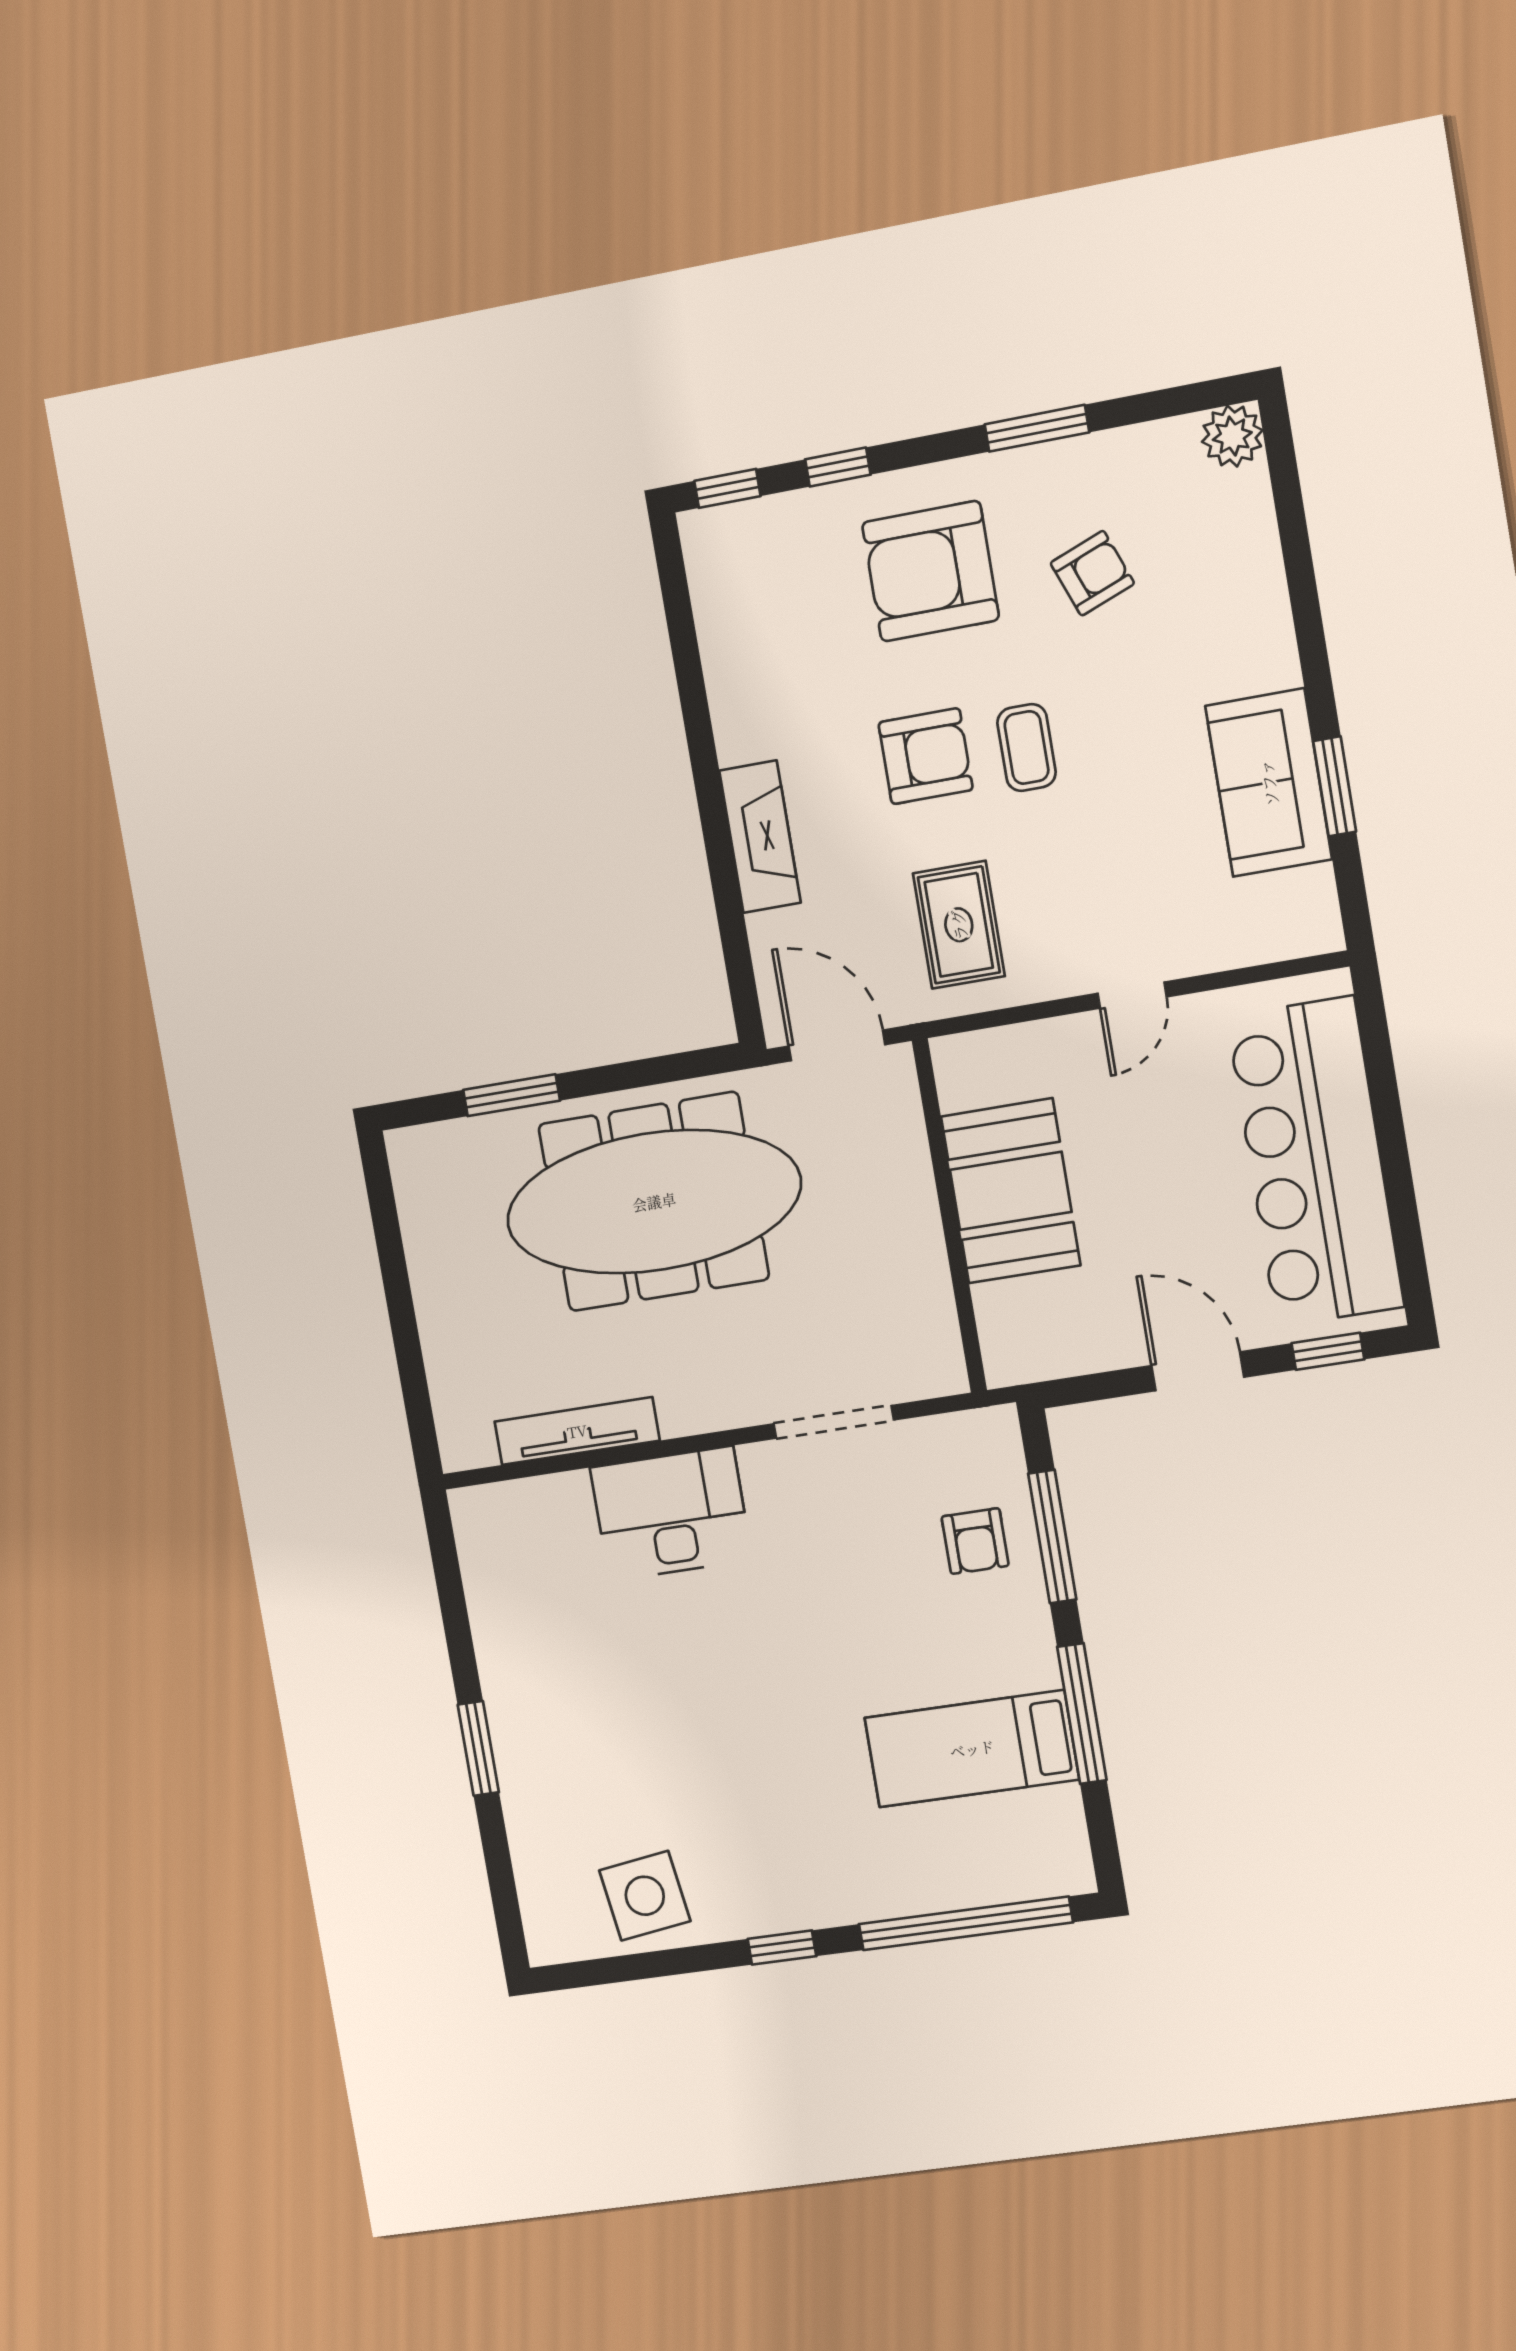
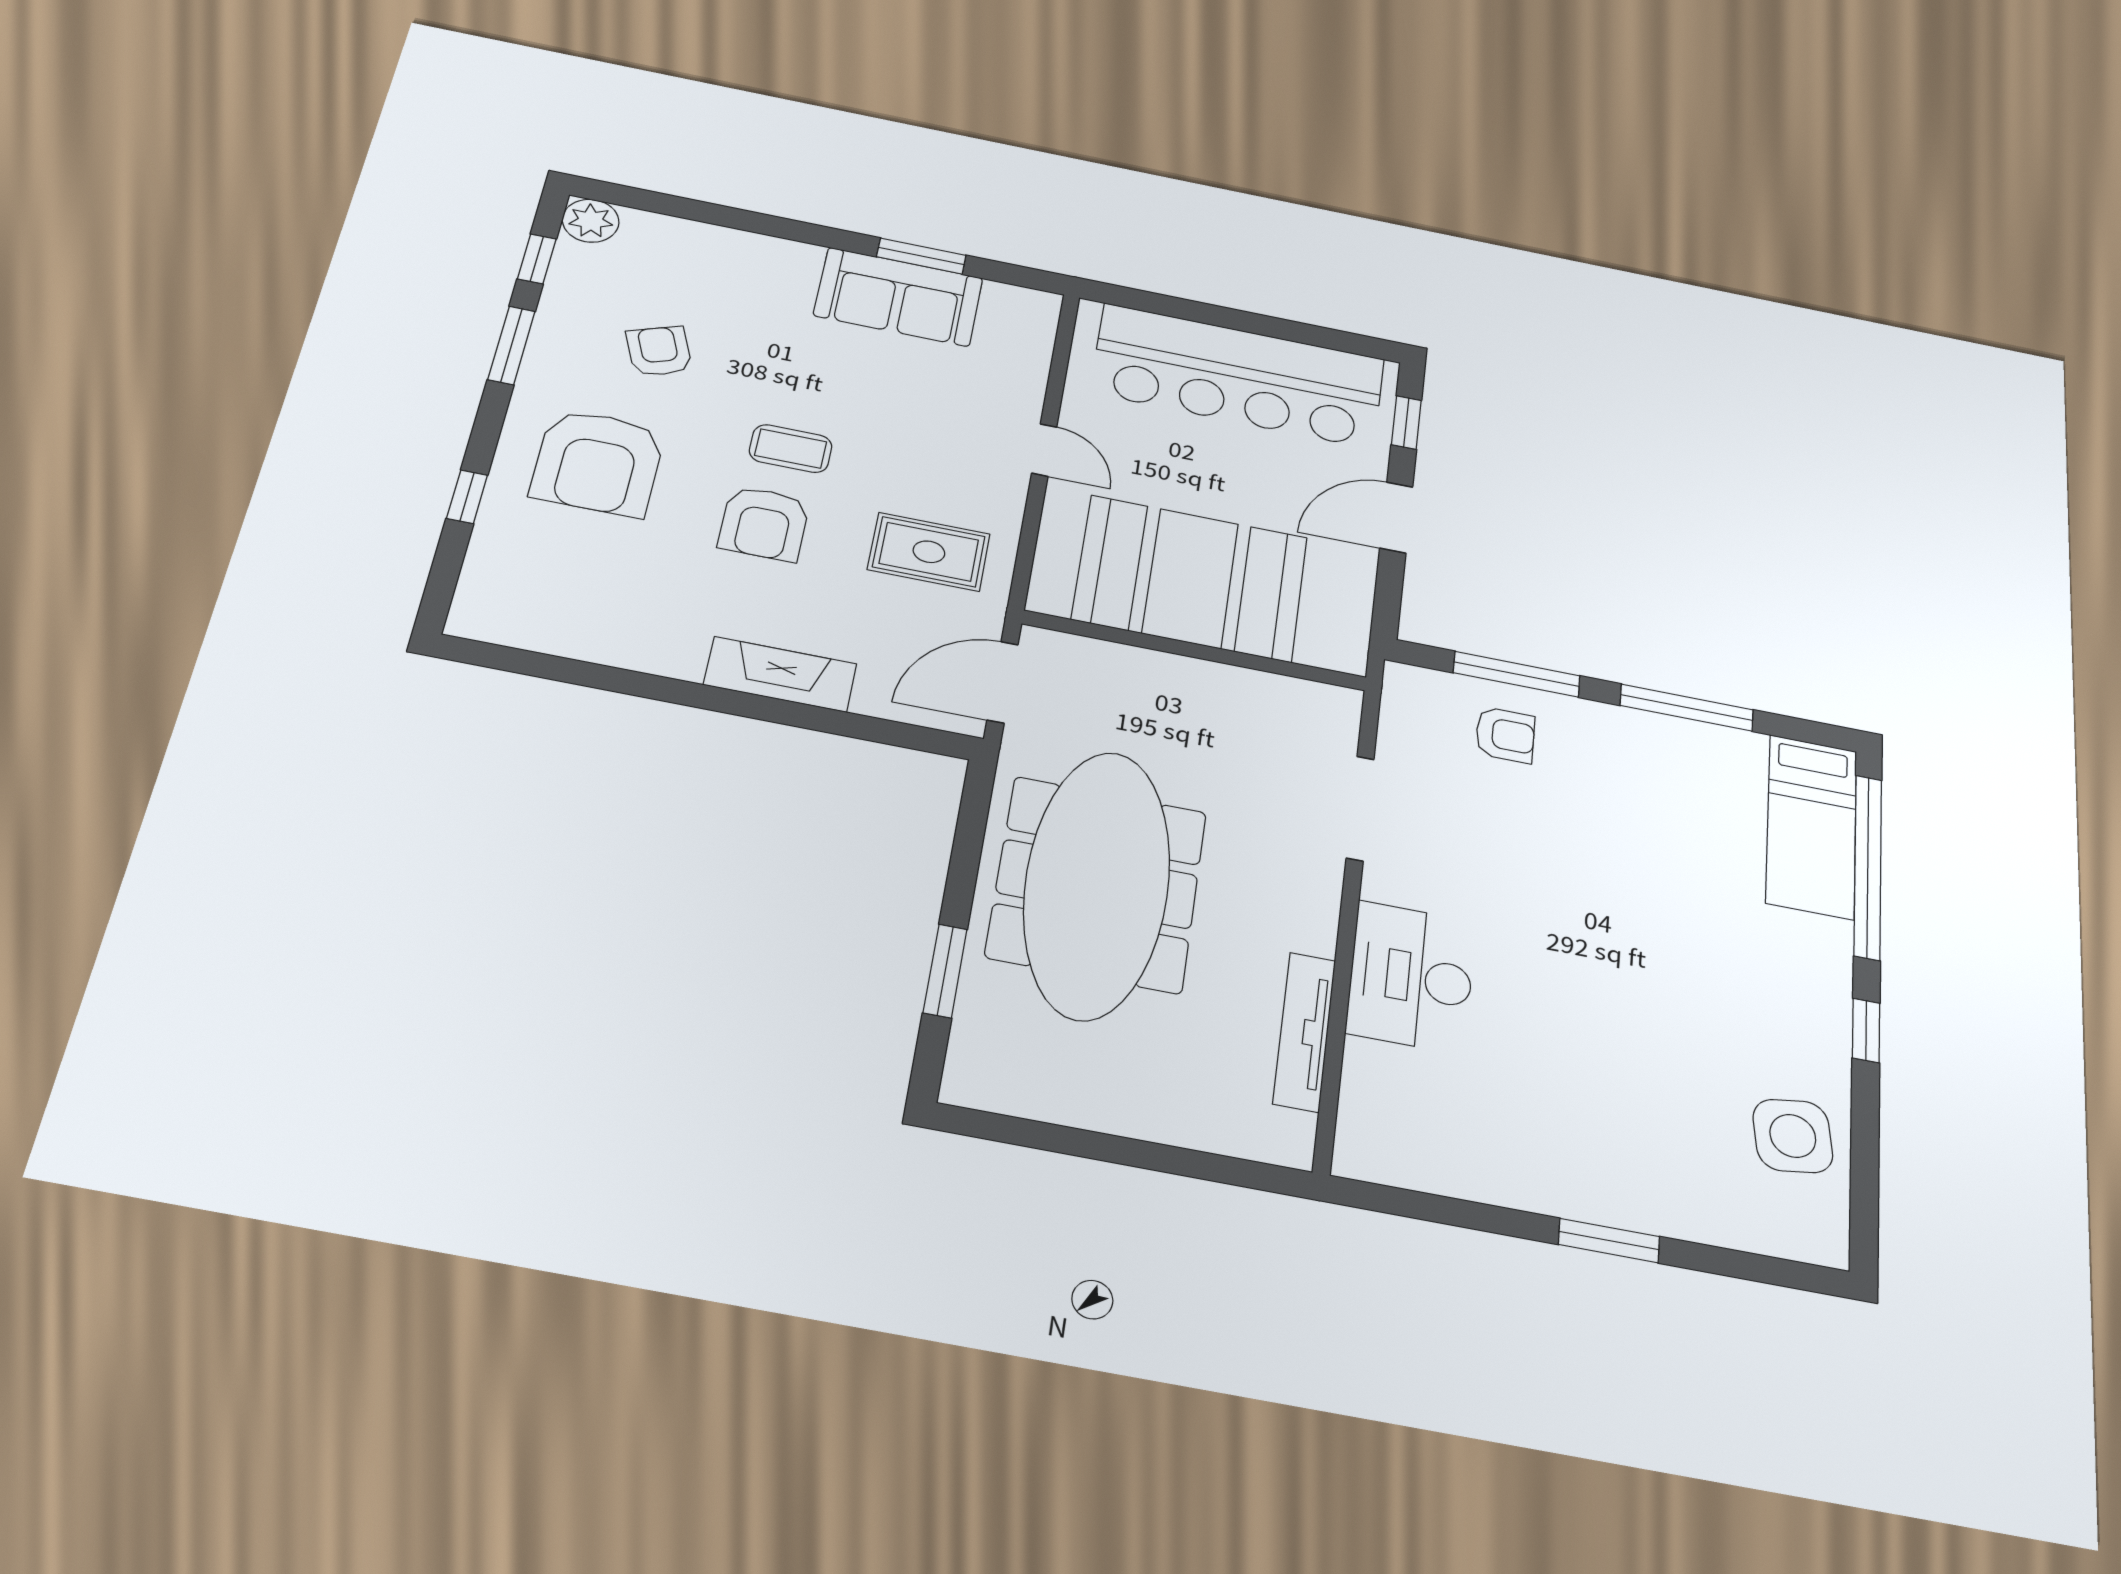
window: (727, 488) -> (537, 259), moved
armchair: (926, 756) -> (764, 523), turned 180
booth: (1011, 1191) -> (1190, 578), width x1.36, depth x1.42
bed: (972, 1749) -> (1812, 826), moved

